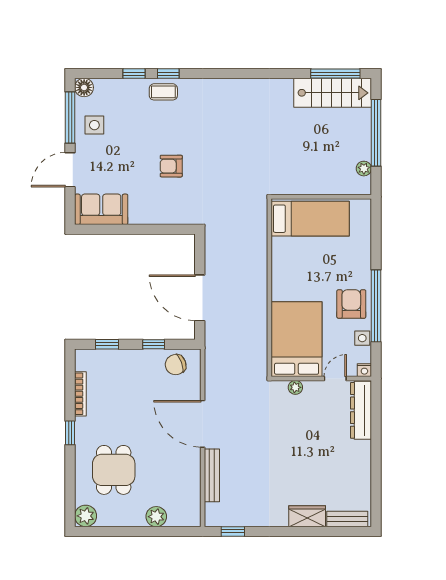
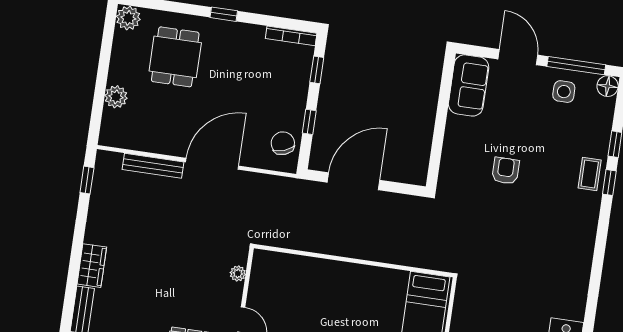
bed: (297, 339) -> (292, 283), removed
bookcase: (80, 394) -> (291, 36), moved
dining table: (114, 470) -> (175, 57), turned 90

